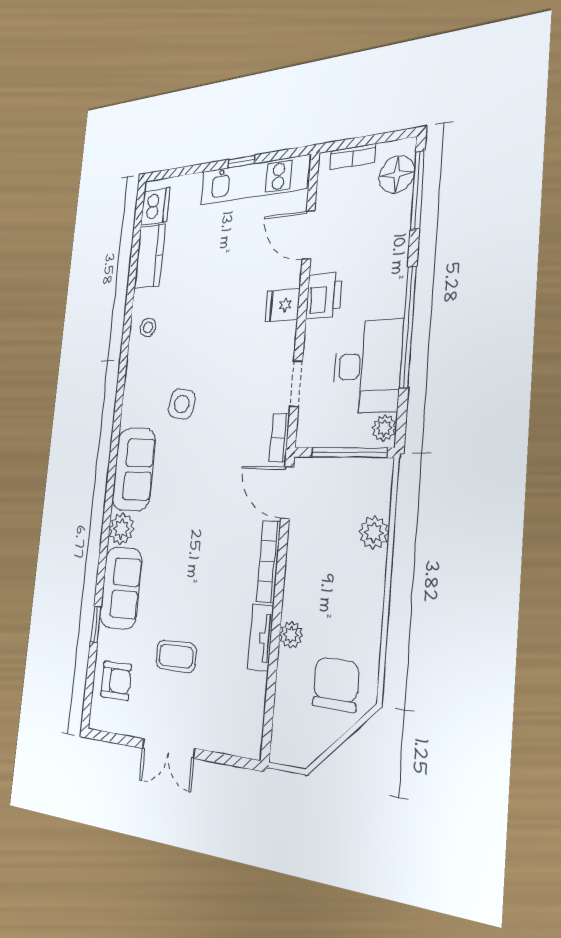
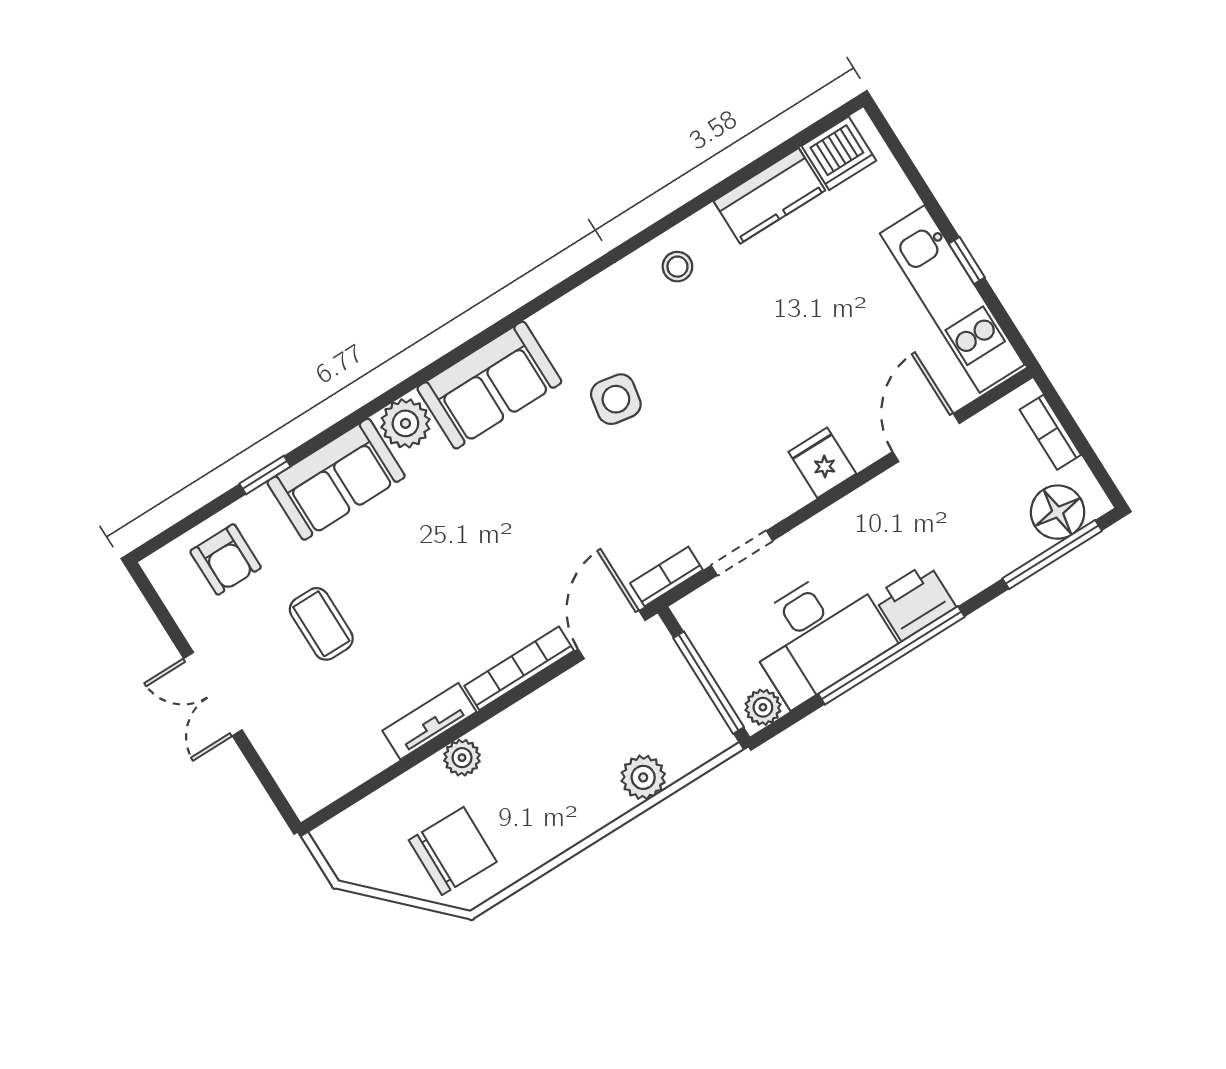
printer: (324, 296) -> (915, 602), moved, turned 180

